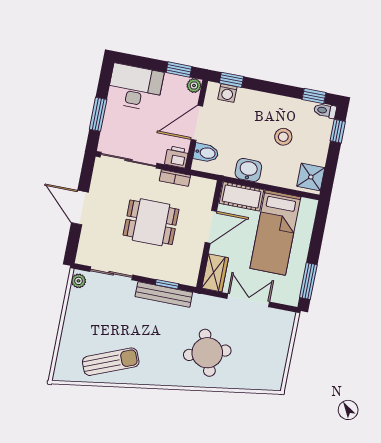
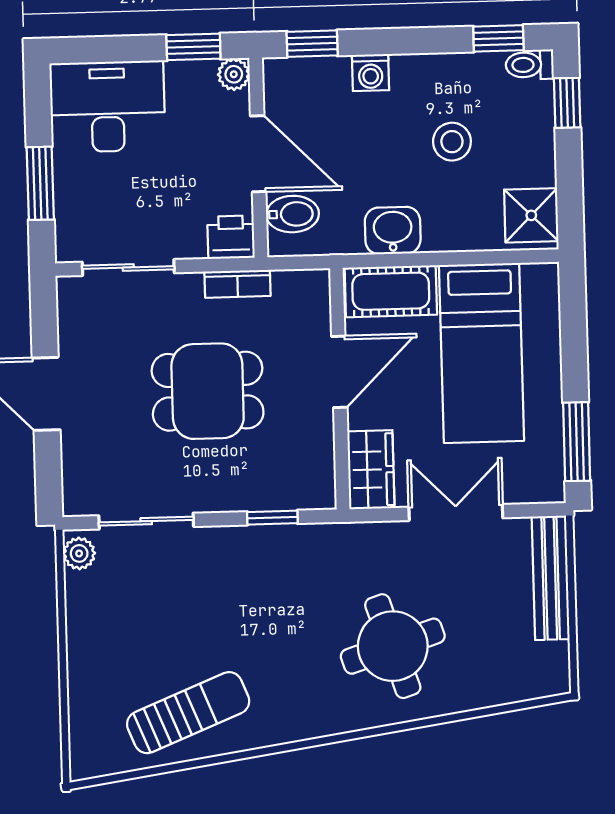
washing machine: (227, 93) -> (371, 73), moved
door: (197, 123) -> (258, 154), swing flipped
sliding door: (128, 160) -> (128, 268), width x0.73
bench: (164, 294) -> (551, 578), moved, turned 90

